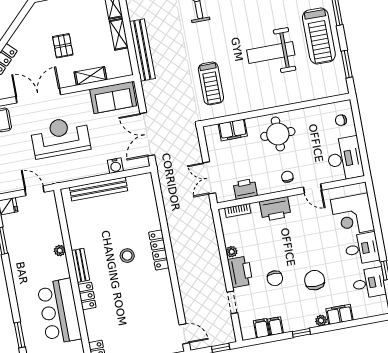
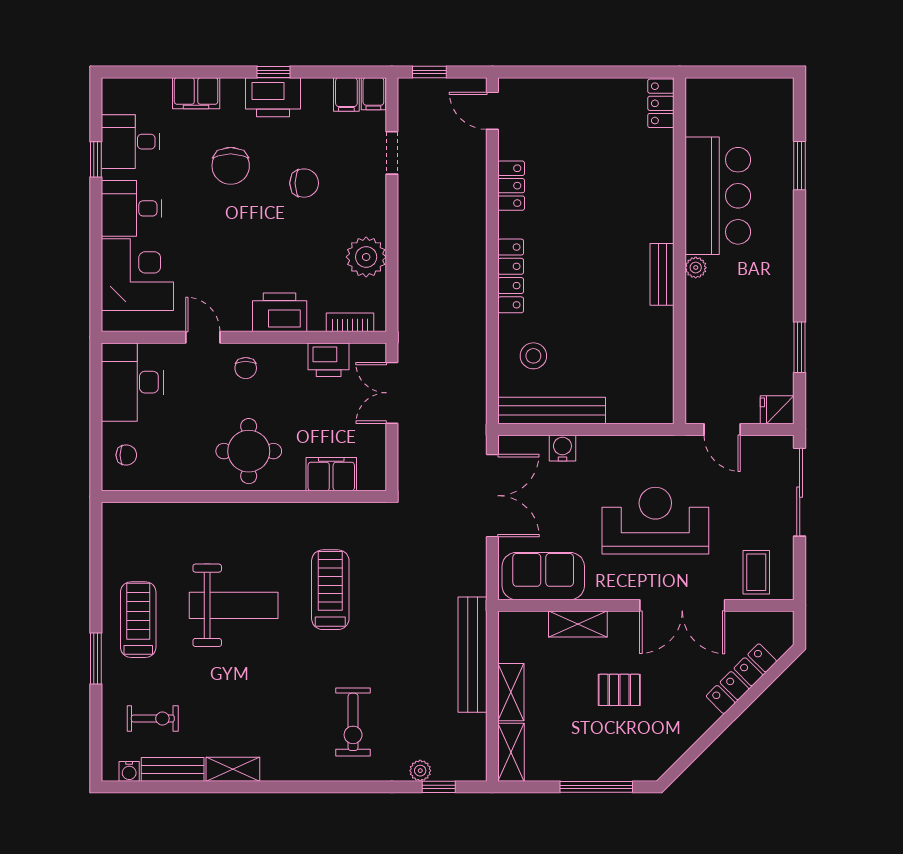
treadmill: (319, 36) -> (138, 620), width x0.73, depth x0.73
pallet: (63, 46) -> (619, 690), turned 90
window: (347, 64) -> (96, 558), removed
treadmill: (211, 83) -> (330, 590), moved
reception desk: (60, 137) -> (655, 521), turned 180
double door: (209, 178) -> (392, 393), swing flipped
bench: (99, 189) -> (552, 410), moved
plant: (60, 251) -> (696, 268), moved
plant: (232, 252) -> (366, 257), width x1.88, depth x1.88
stool: (127, 256) -> (533, 356), moved
printer: (240, 272) -> (273, 97), moved, turned -90
chair: (275, 278) -> (304, 183), turned 90
locker: (87, 296) -> (511, 186), moved, turned 180
plant: (321, 320) -> (233, 88), removed
filing cabinet: (276, 326) -> (373, 94), moved

